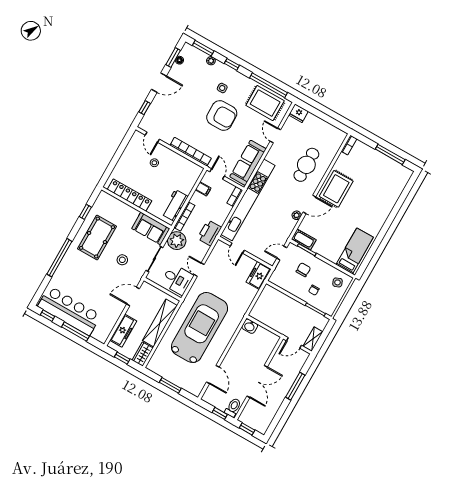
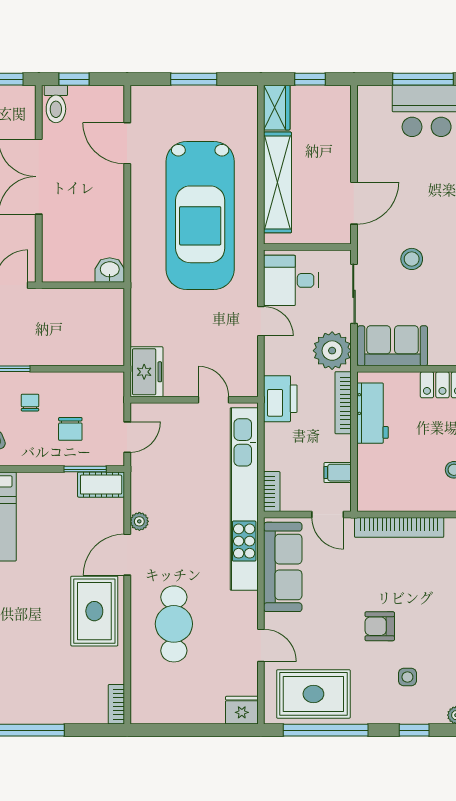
armchair: (222, 116) -> (380, 626), width x0.53, depth x0.53
freezer: (123, 331) -> (336, 131), removed

